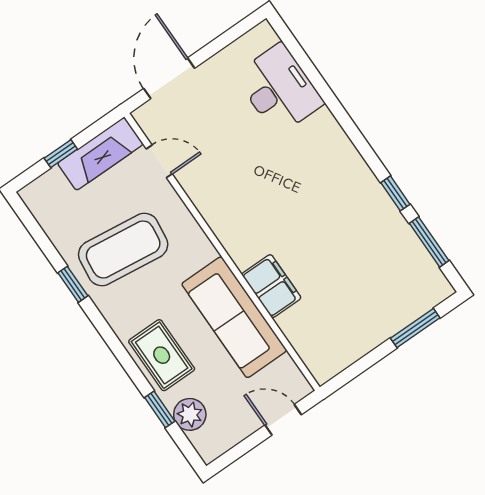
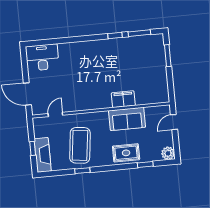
desk: (279, 89) -> (42, 57), moved
fireplace: (100, 154) -> (43, 155), moved
sofa: (234, 317) -> (127, 119), width x0.73
plant: (190, 414) -> (168, 153), moved

